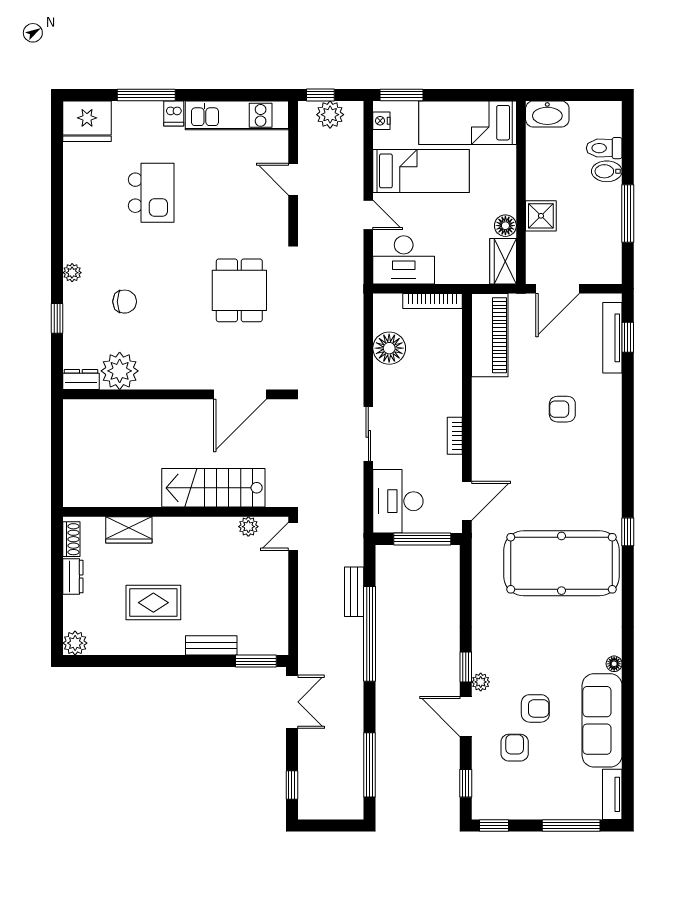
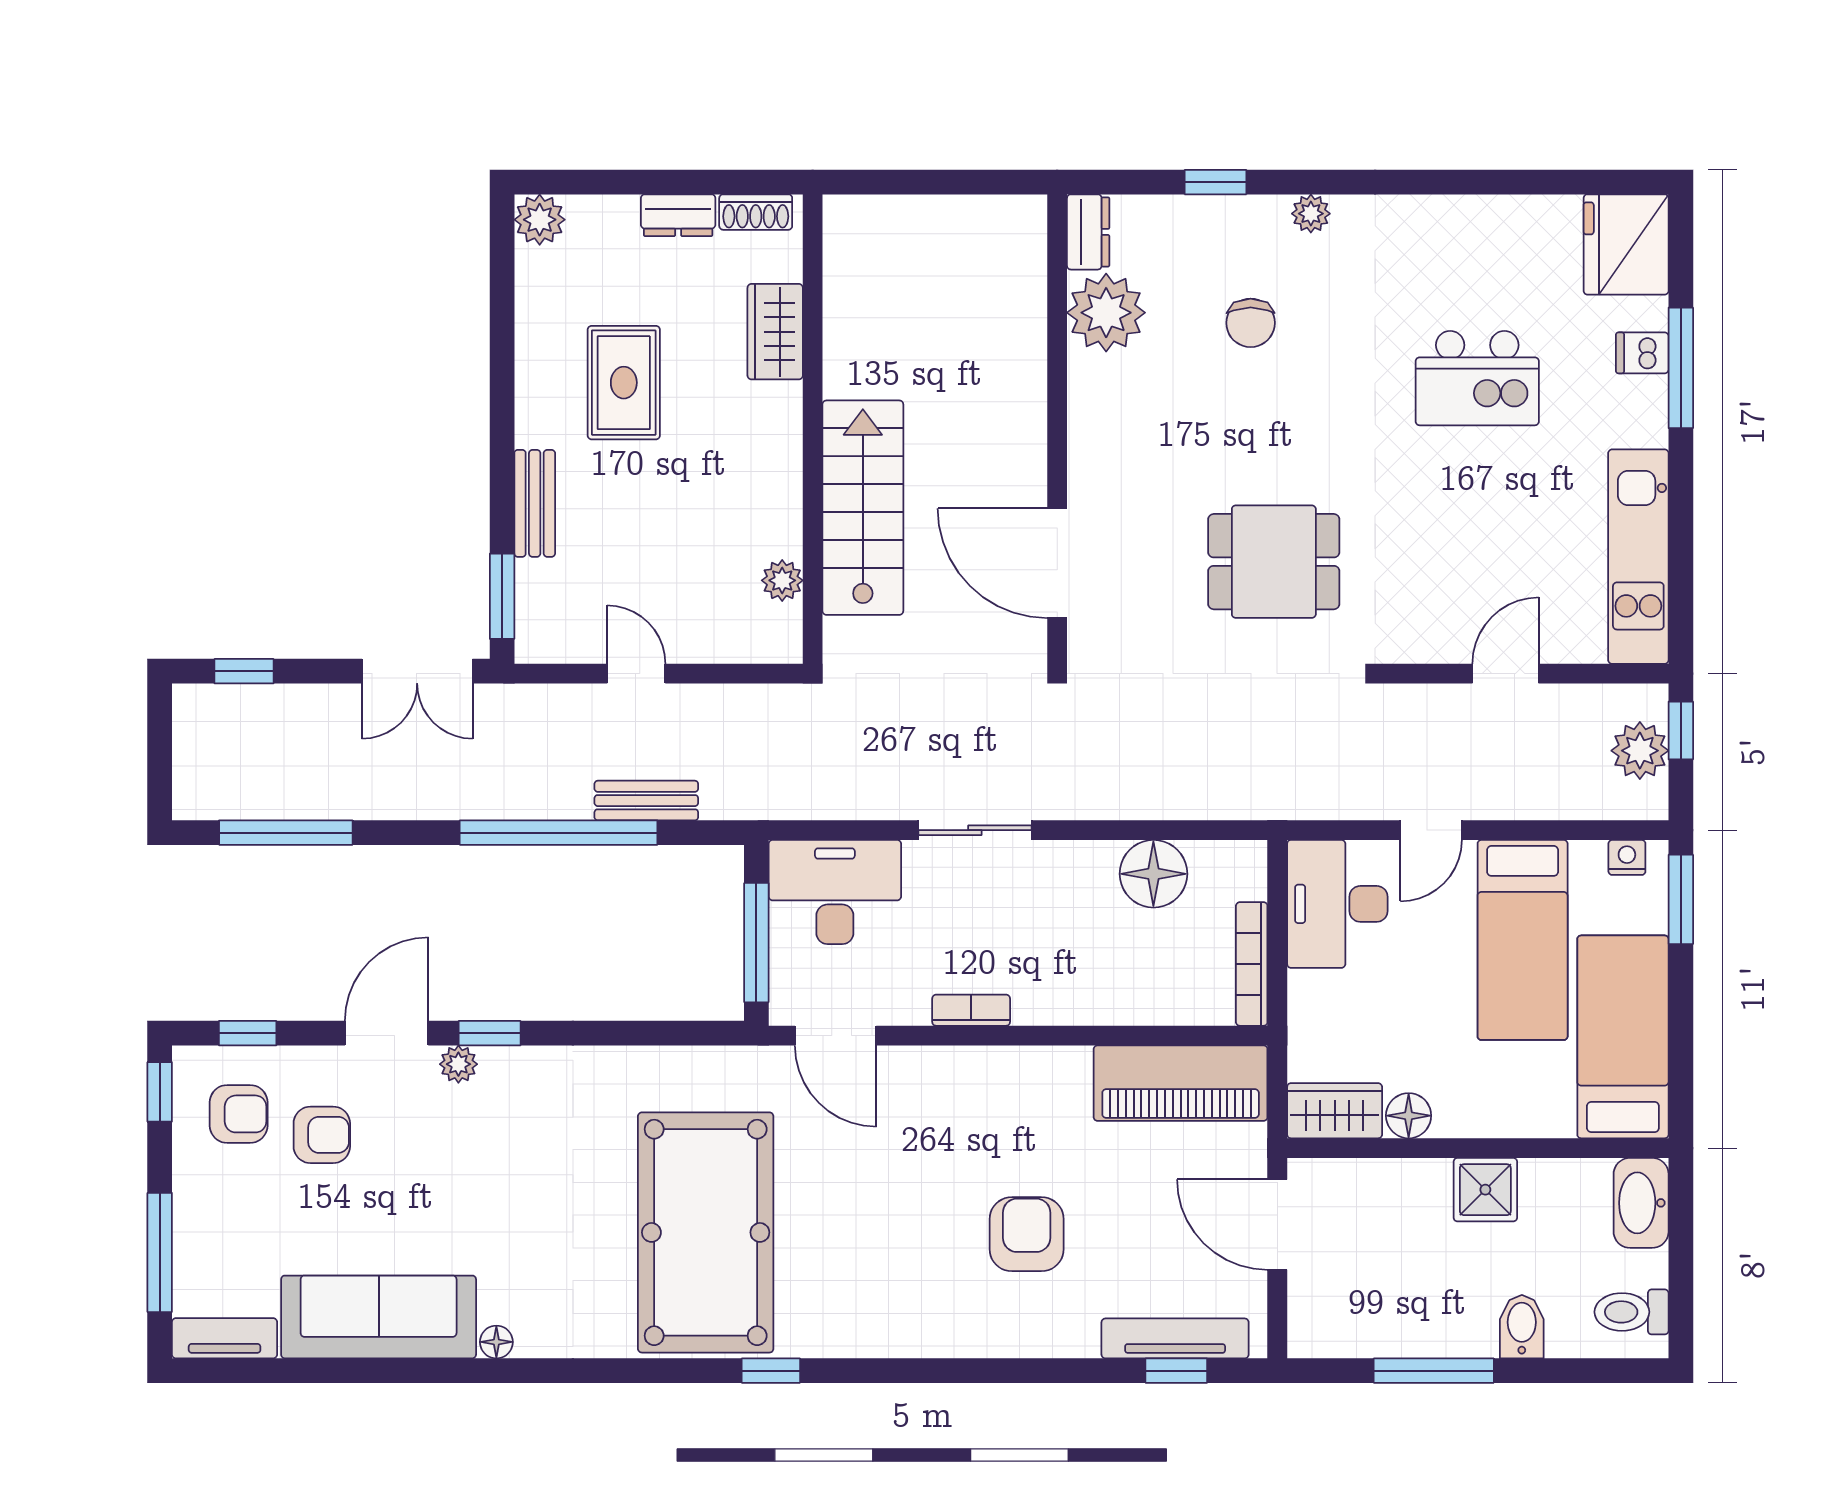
dishwasher: (174, 113) -> (1642, 353), moved
toilet: (604, 148) -> (1632, 1312), moved, turned -90
shower: (541, 216) -> (1485, 1190), moved
armchair: (562, 409) -> (1027, 1234), width x1.38, depth x1.38
door: (293, 536) -> (636, 674), moved
armchair: (535, 708) -> (239, 1114), moved, turned -90

